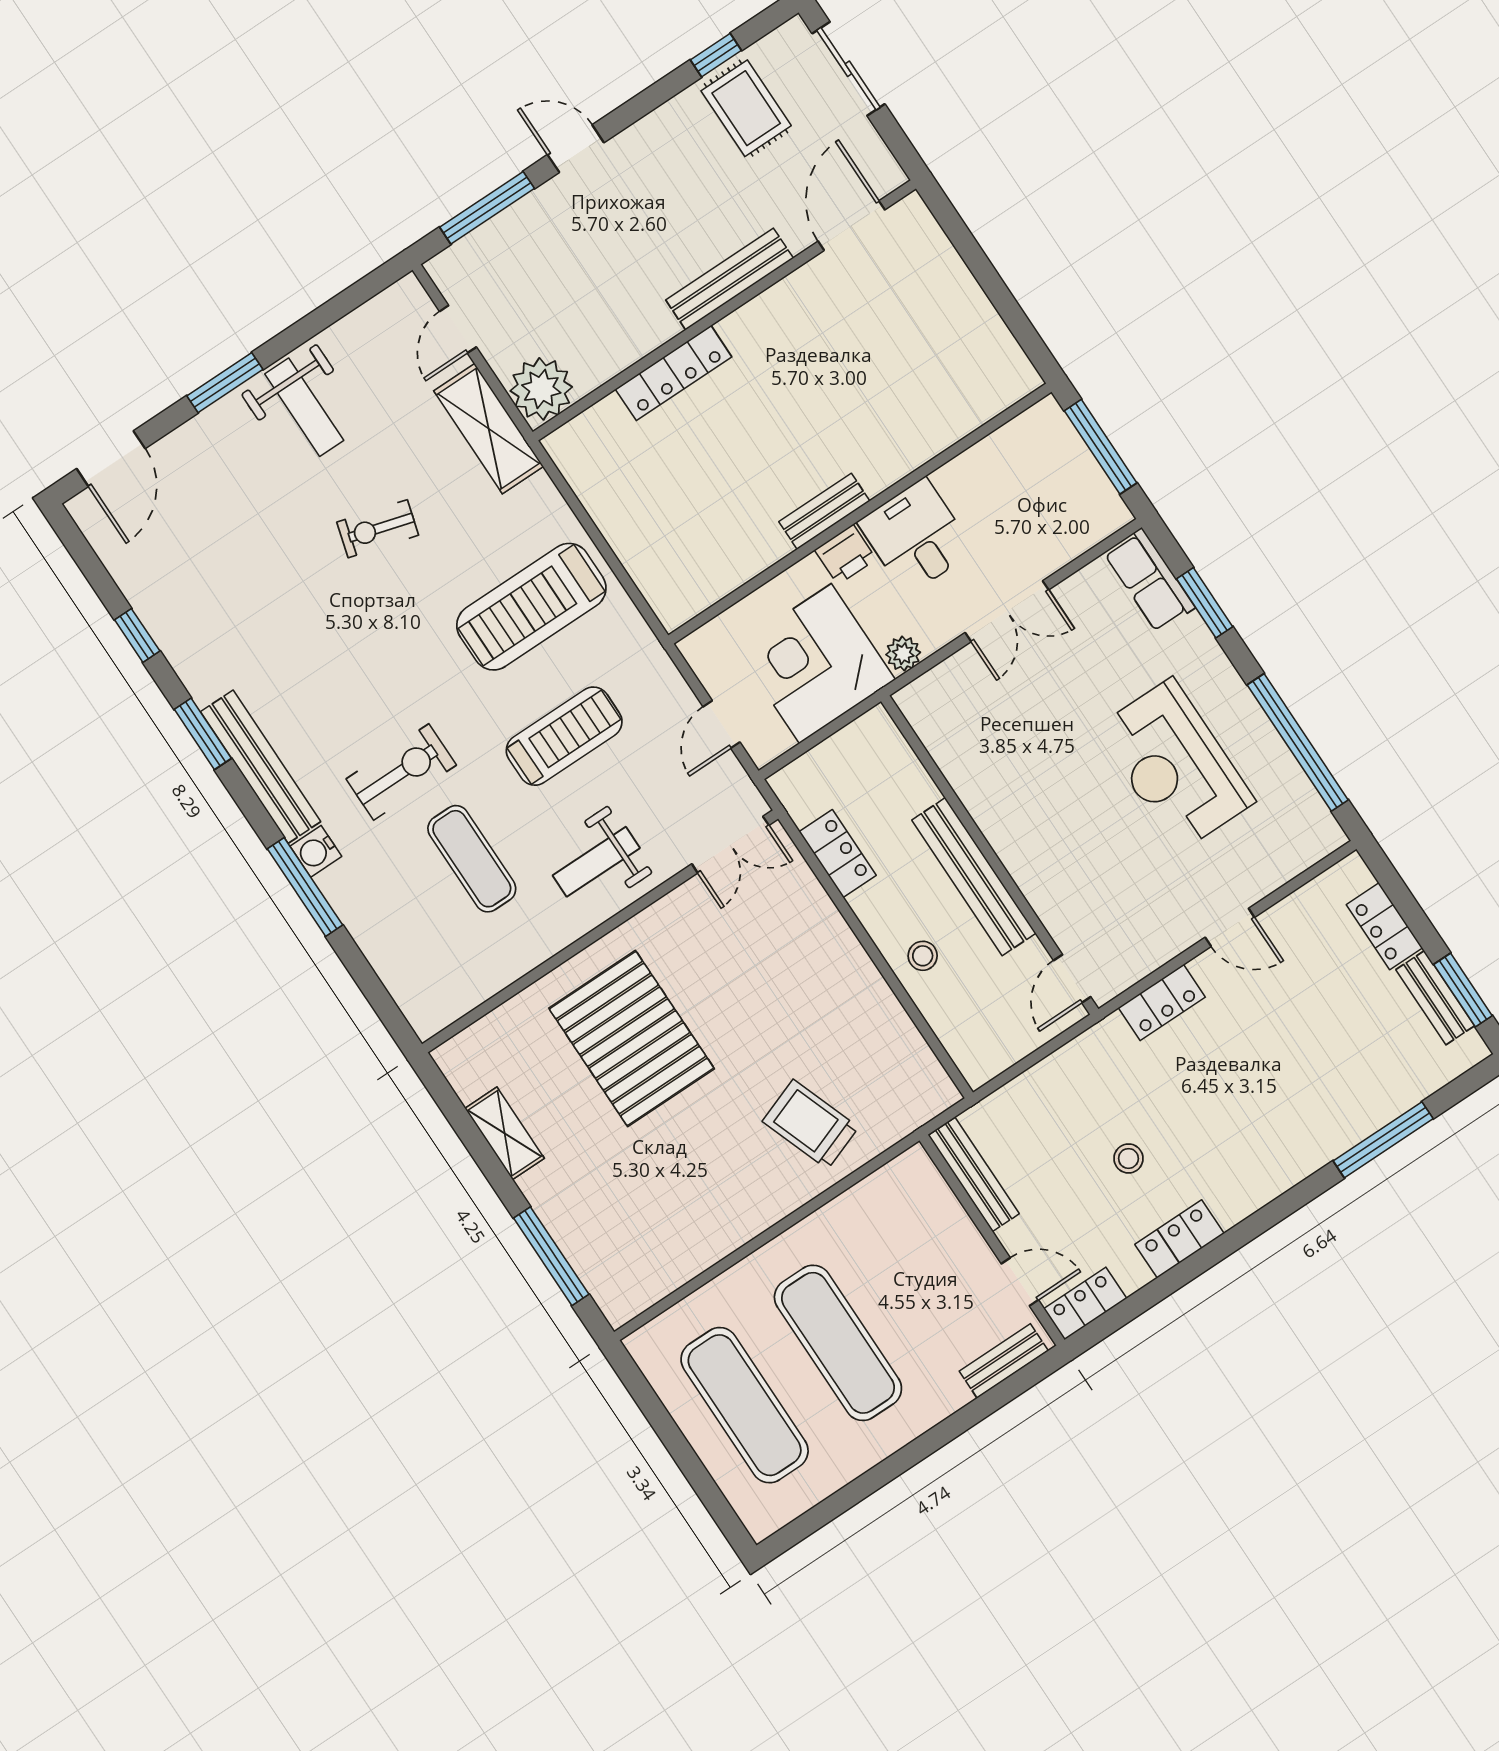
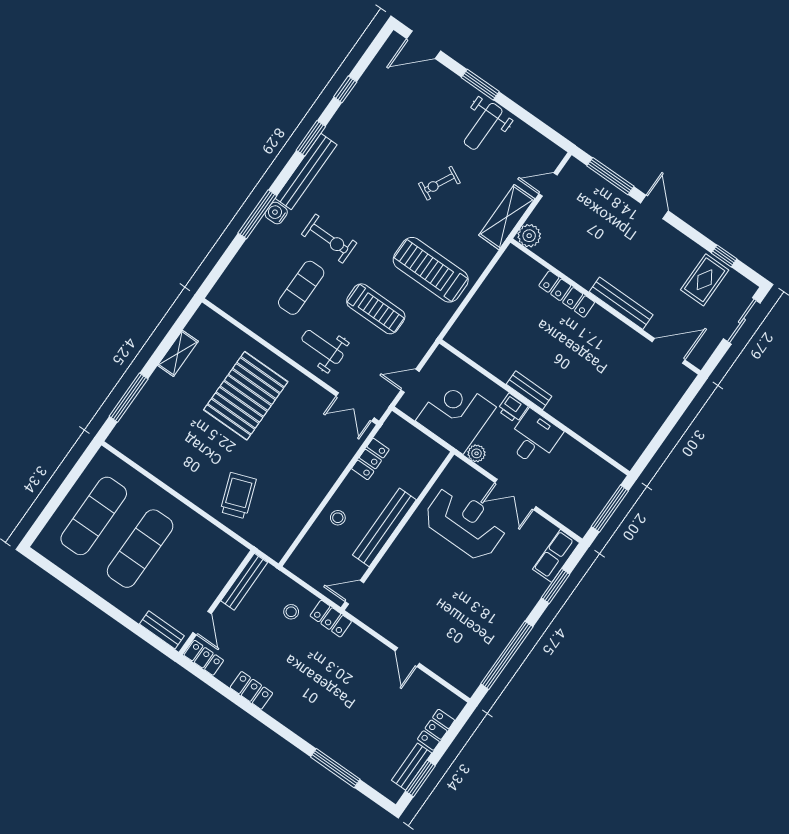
plant: (541, 389) -> (529, 236), width x0.73, depth x0.73
exercise bike: (378, 529) -> (439, 183), turned -79
reception desk: (1175, 765) -> (465, 523), moved, turned 90
locker: (1162, 1002) -> (331, 619), moved
stool: (1128, 1158) -> (291, 612), moved

